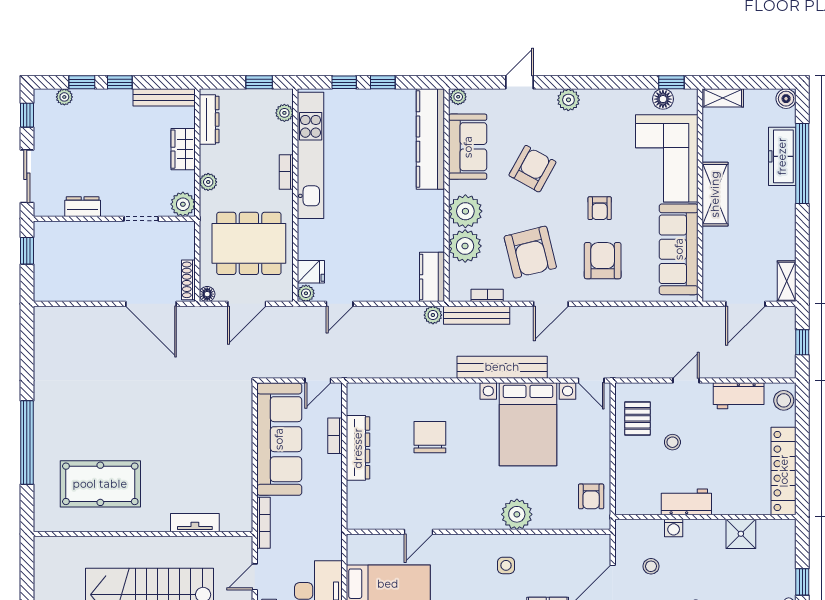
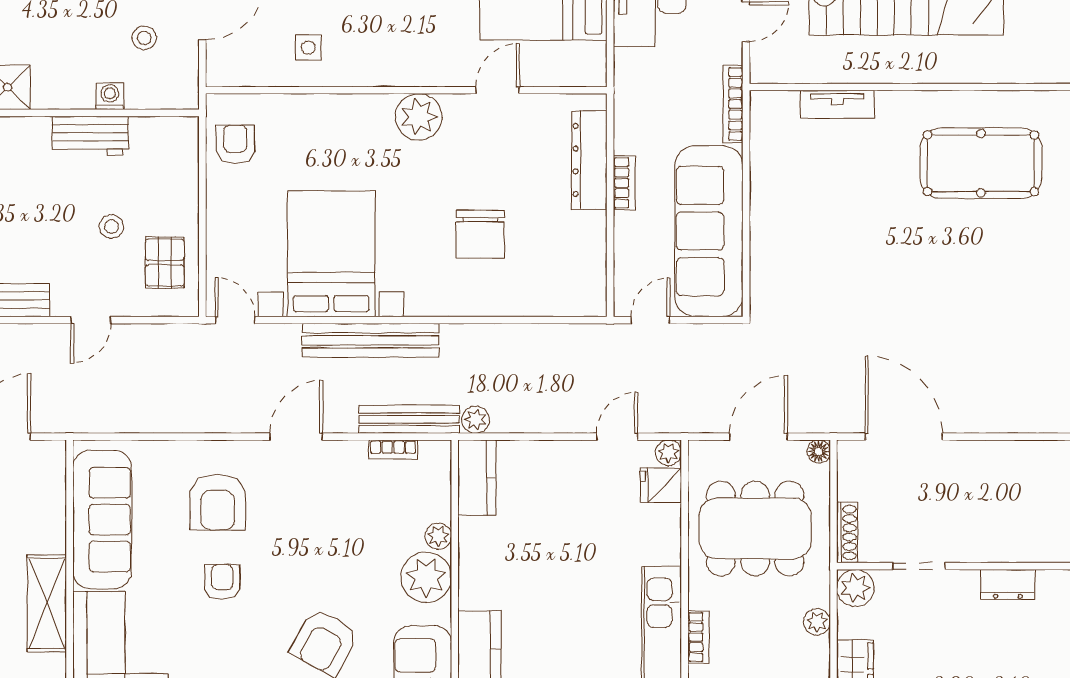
plant: (465, 246) -> (438, 536), width x0.53, depth x0.53
armchair: (530, 252) -> (328, 515), removed
shoe rack: (188, 280) -> (847, 532), moved
bookcase: (335, 436) -> (624, 183), moved
dresser: (358, 448) -> (589, 160), moved
plant: (517, 514) -> (419, 117), moved
side table: (506, 565) -> (308, 48), moved

